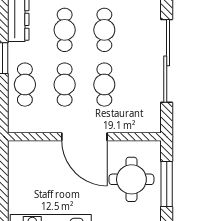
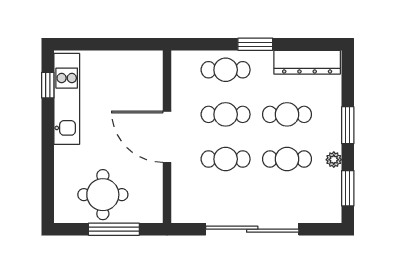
door: (84, 137) -> (167, 137), hinge flipped
round table: (131, 179) -> (103, 195), moved

